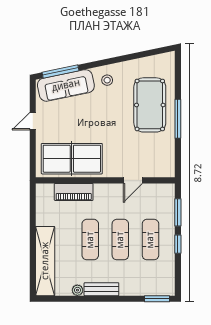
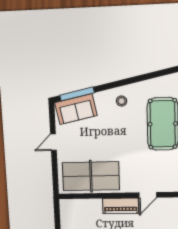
sofa: (66, 85) -> (76, 109), width x0.73
piano: (74, 192) -> (121, 206), moved

